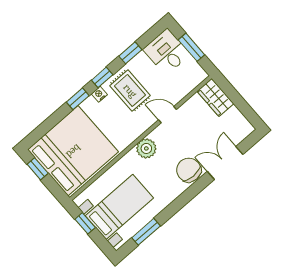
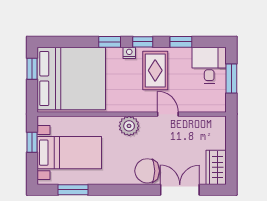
wardrobe: (215, 97) -> (216, 167), moved
chair: (189, 170) -> (147, 171), turned -90

